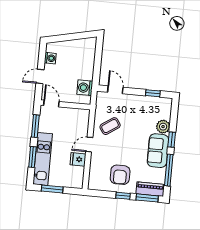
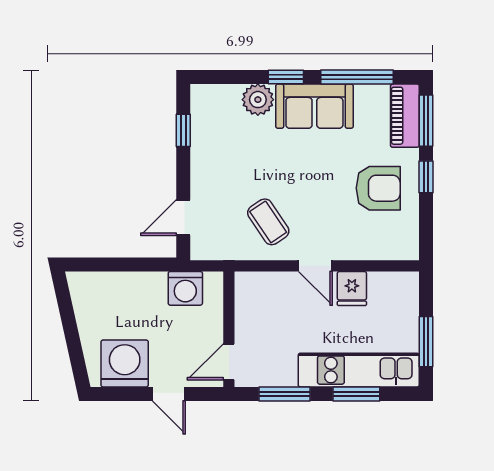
washing machine: (50, 58) -> (125, 363), width x1.89, depth x1.89

